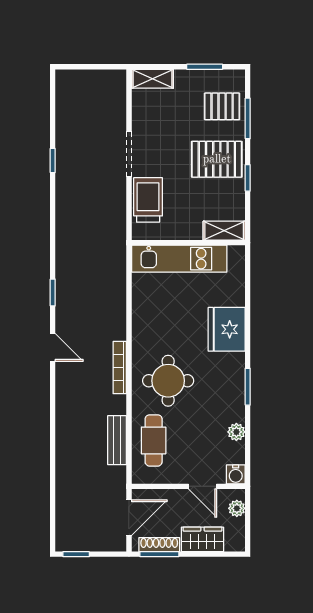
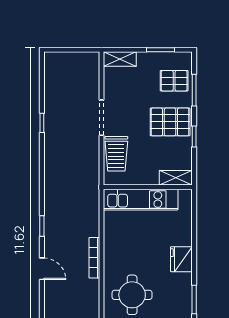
trolley: (148, 200) -> (116, 154), turned 180
fridge: (227, 329) -> (181, 259), width x0.73, depth x0.75
bookcase: (120, 368) -> (94, 258), moved

